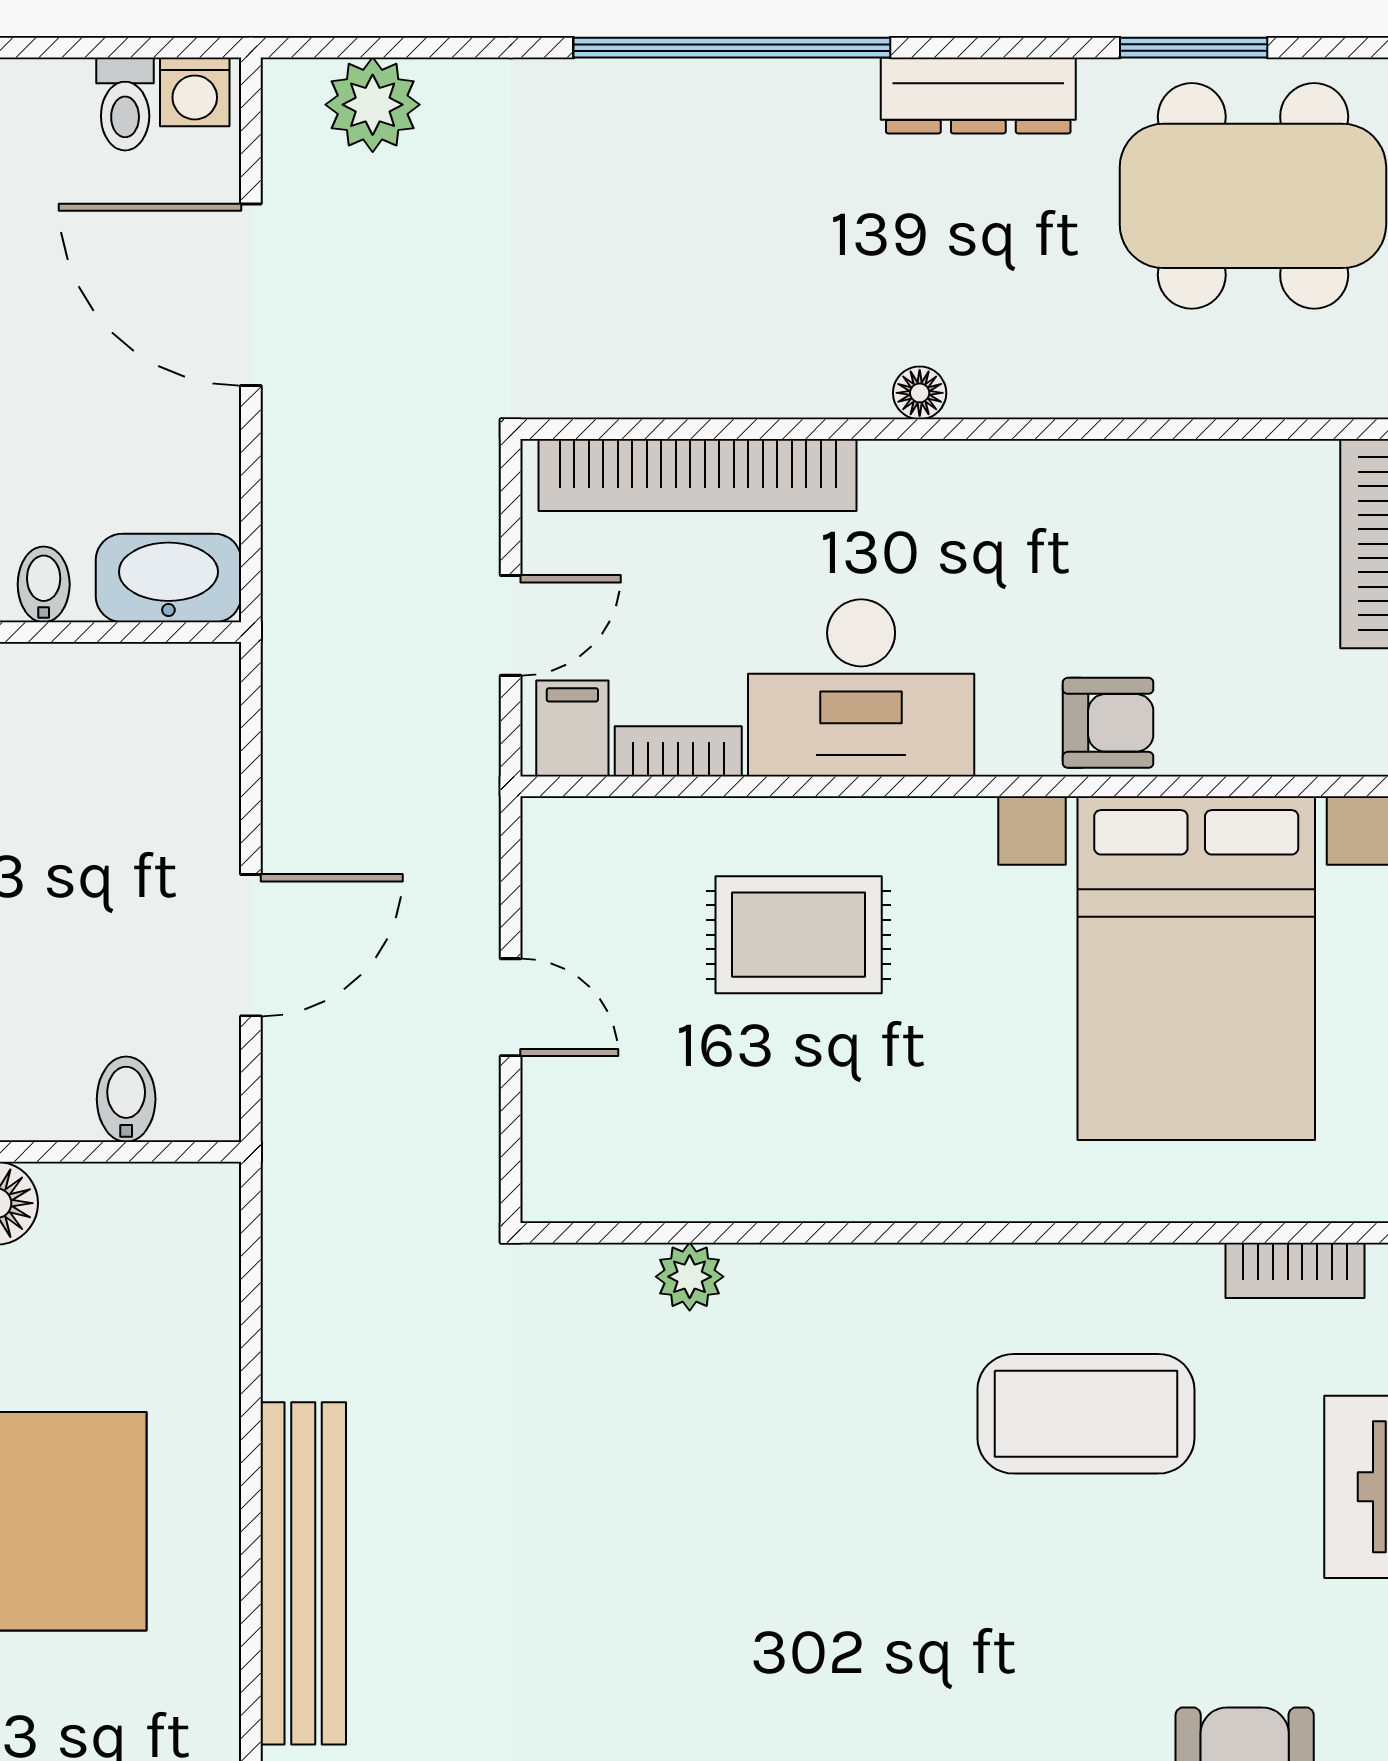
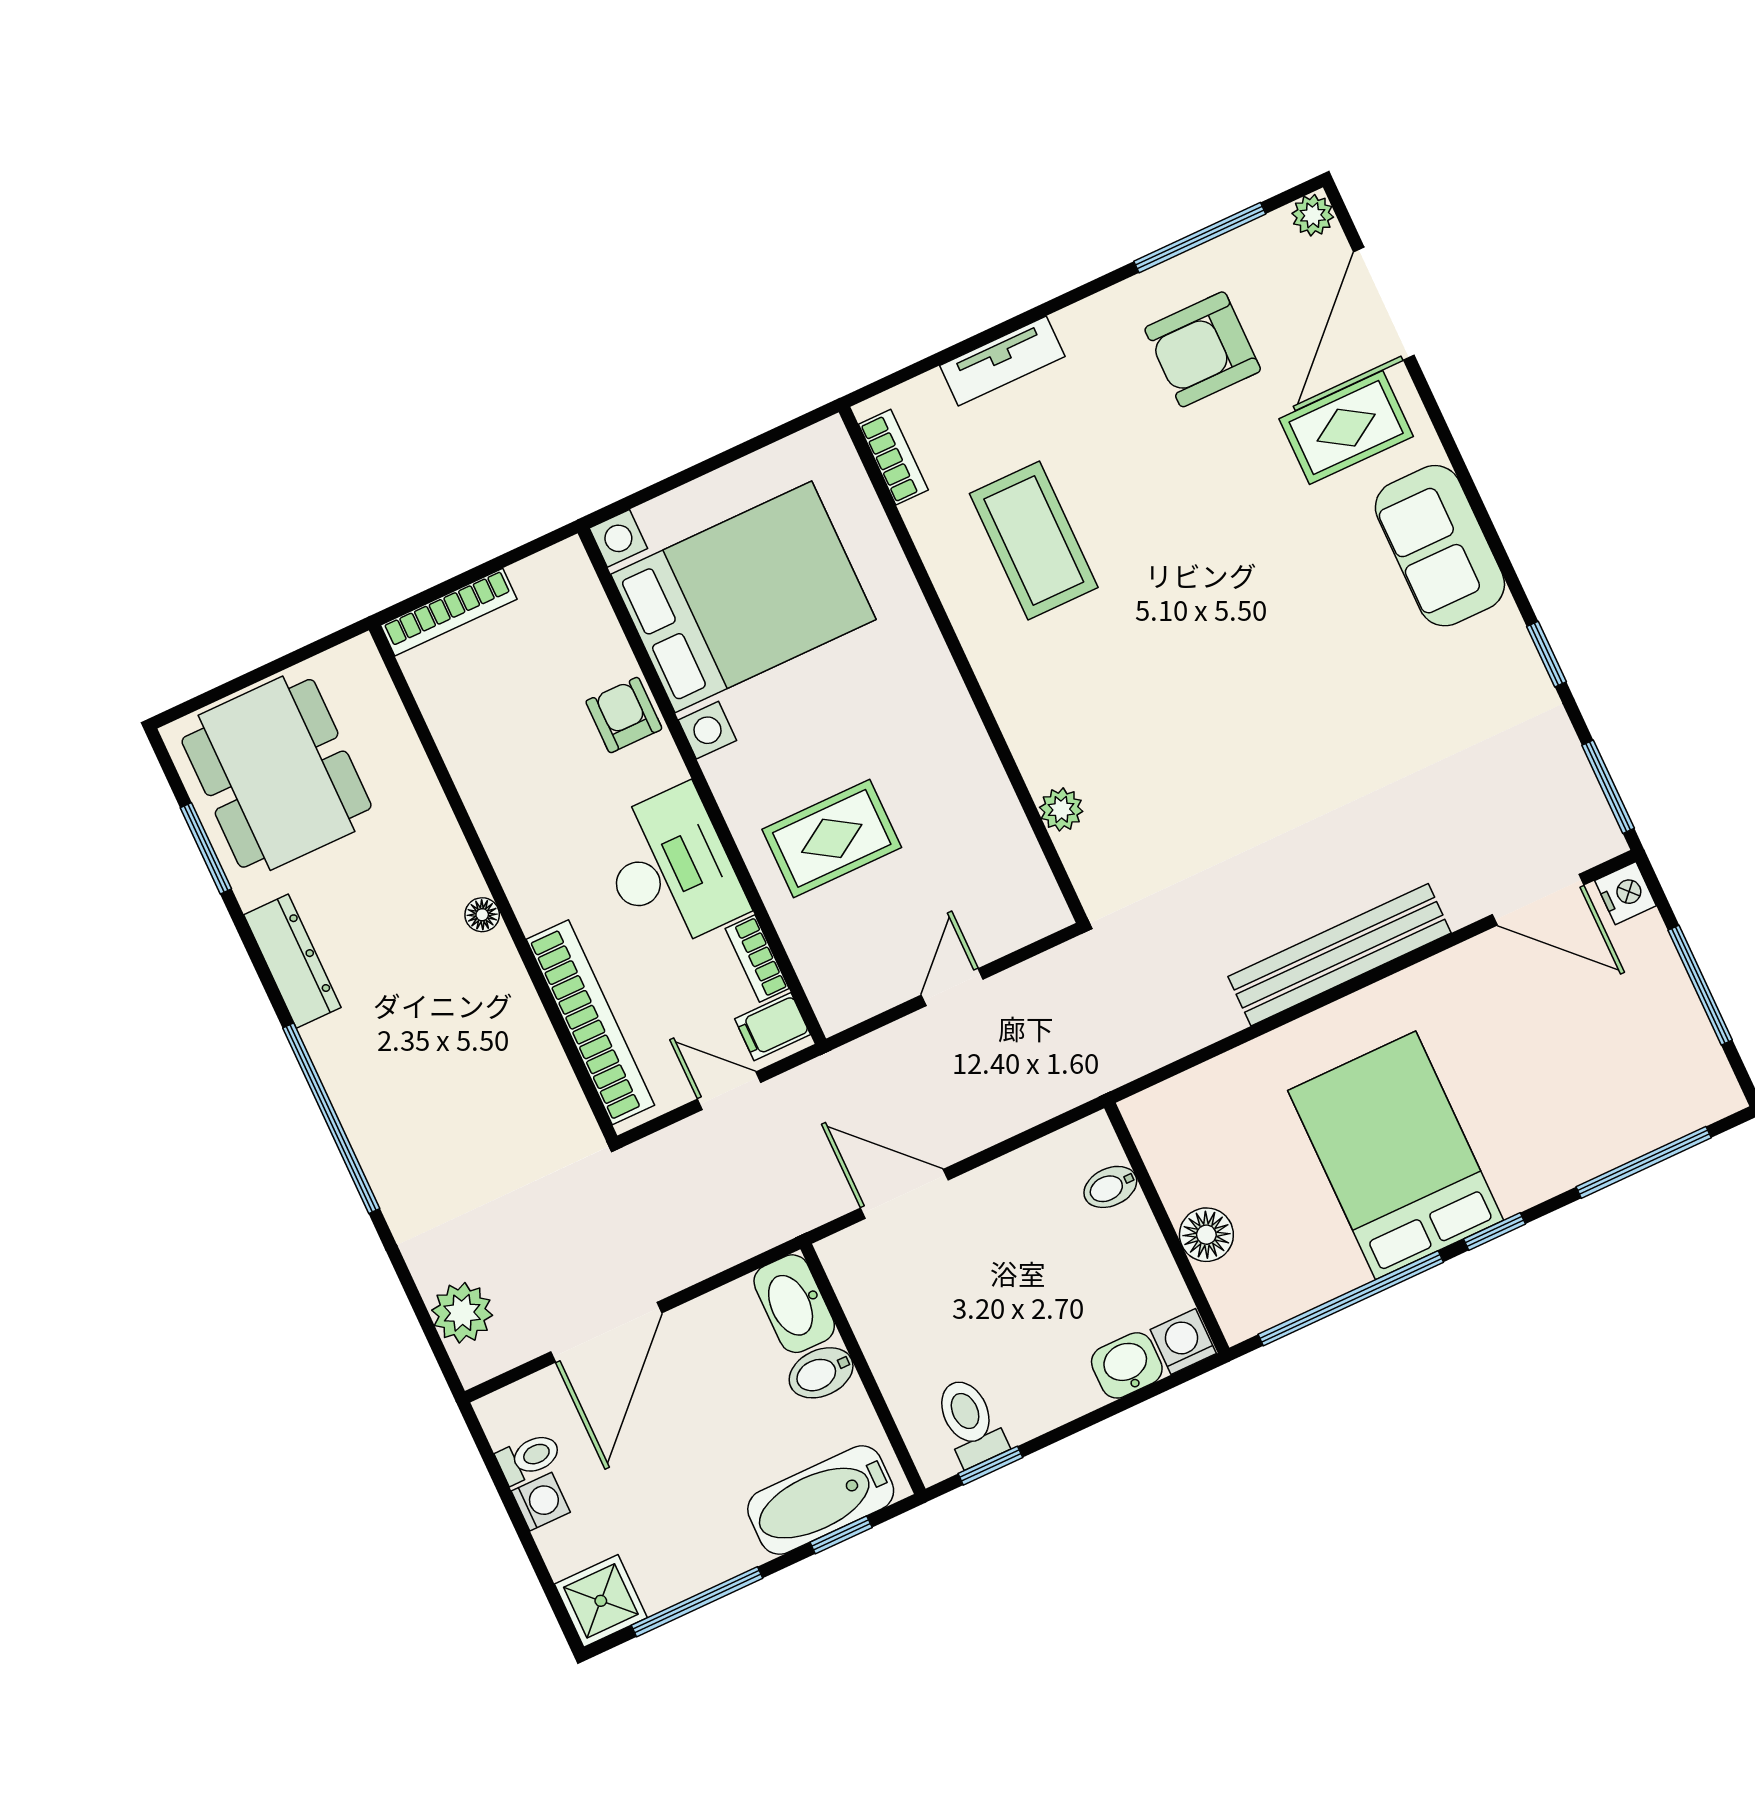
washing machine: (195, 92) -> (541, 1502), moved
bidet: (44, 584) -> (821, 1373), width x1.38, depth x1.36
rug: (799, 935) -> (832, 838), turned 90
door: (251, 945) -> (904, 1194), moved

